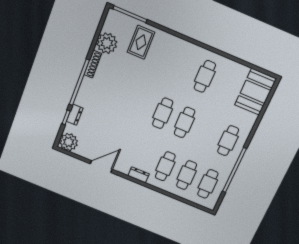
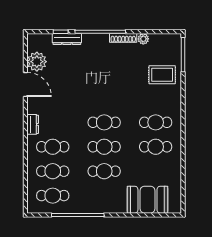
plant: (107, 43) -> (143, 39), width x0.53, depth x0.53
cafe table: (182, 67) -> (156, 122), added
booth: (255, 92) -> (147, 200), moved
dresser: (75, 115) -> (67, 39), width x1.44
cafe table: (228, 141) -> (104, 171), moved
plant: (69, 142) -> (37, 62), moved

